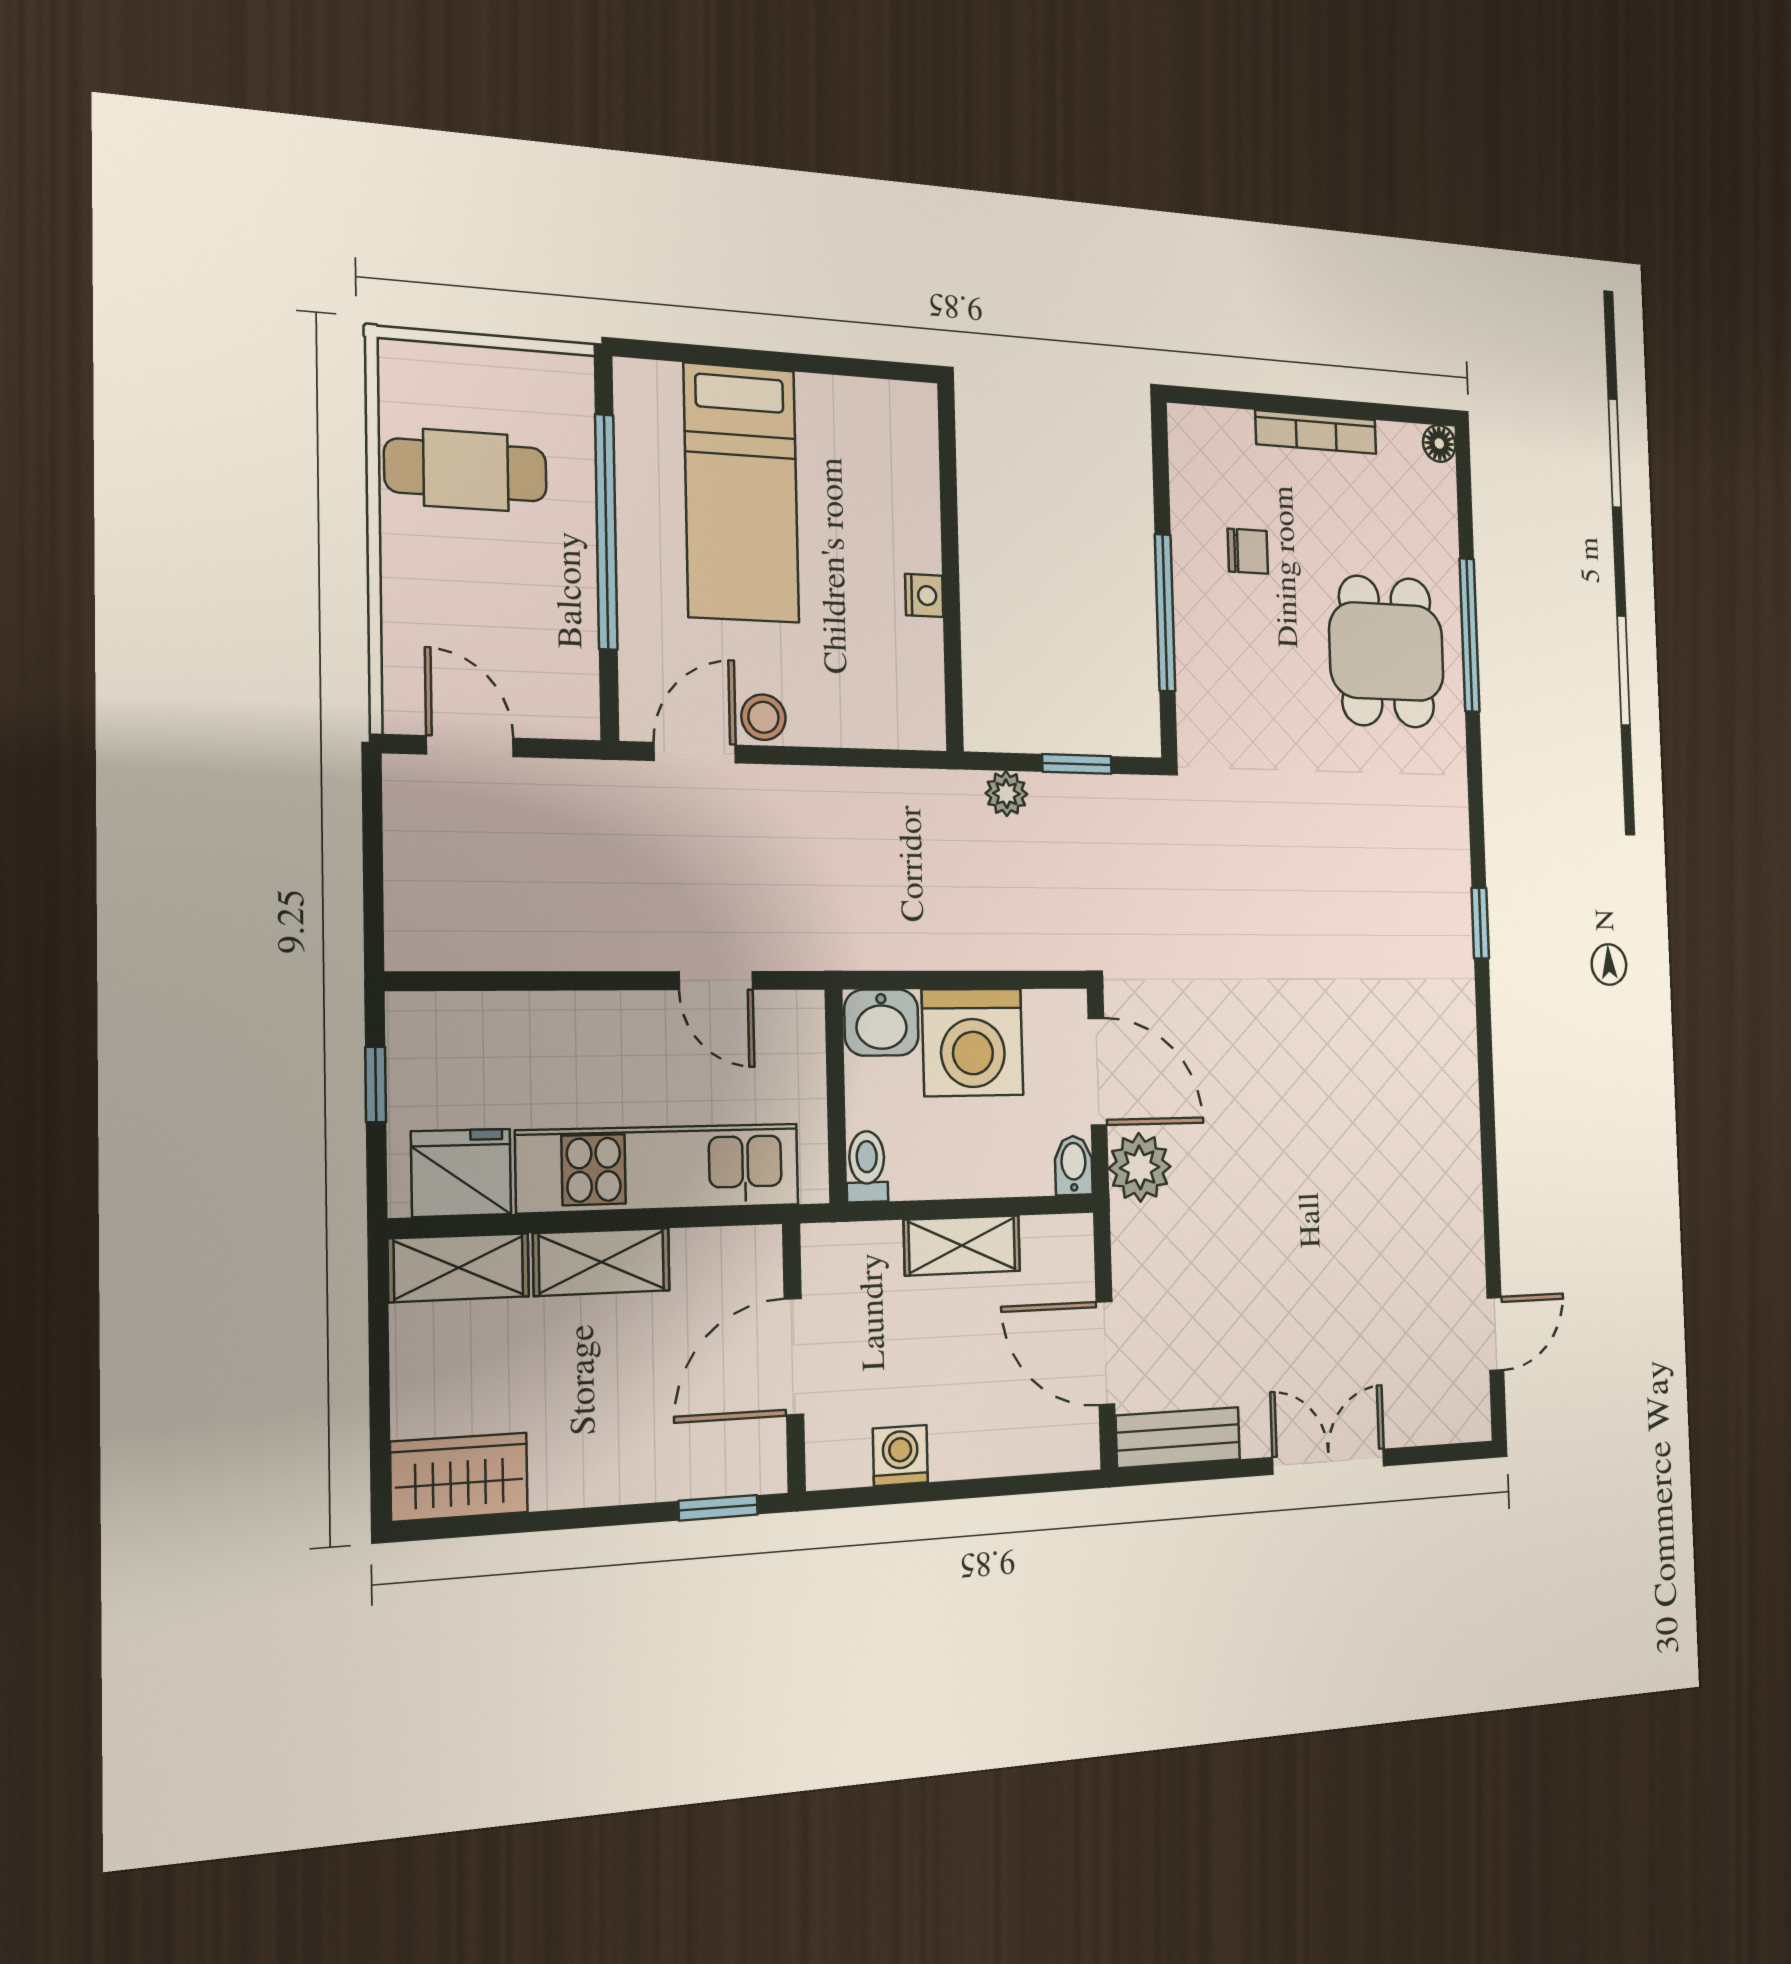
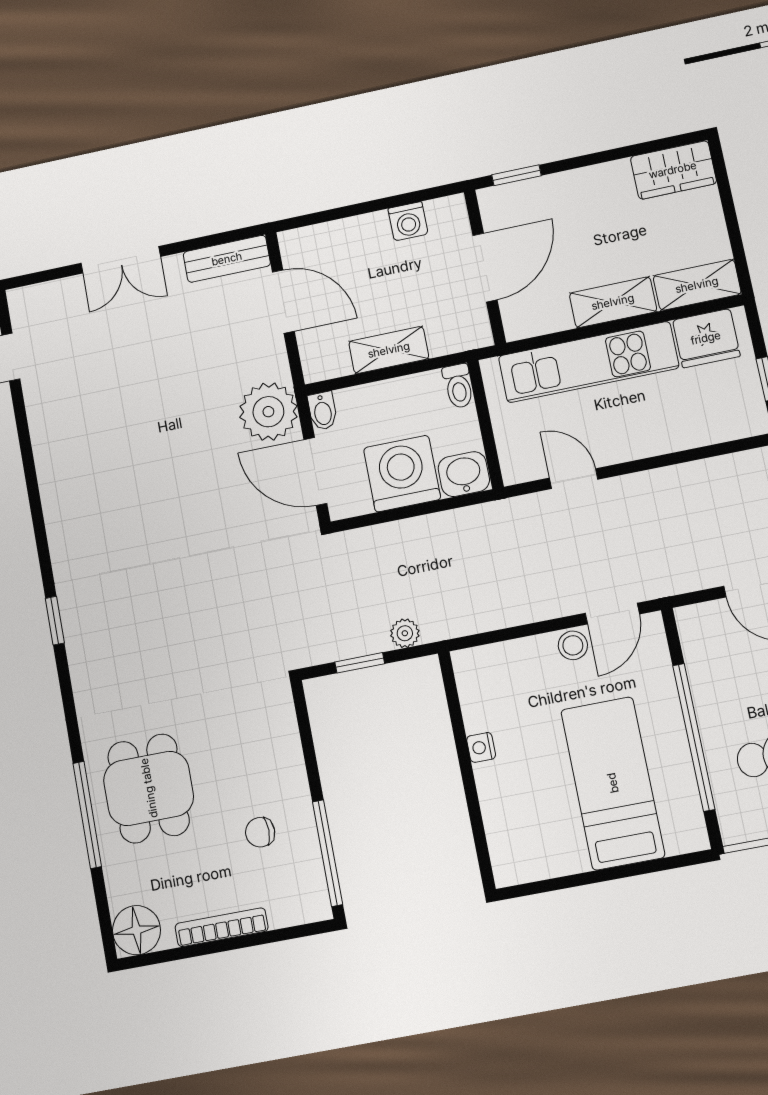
floor lamp: (1439, 443) -> (136, 930), width x1.89, depth x1.89
window: (1165, 613) -> (328, 853), moved
plant: (1140, 1167) -> (268, 412), width x1.36, depth x1.36

